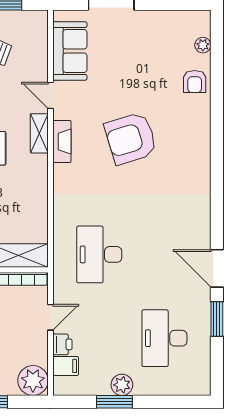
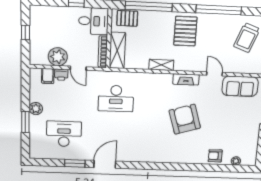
door: (50, 95) -> (214, 74), hinge flipped
shelving: (39, 133) -> (161, 65), moved
desk: (99, 254) -> (116, 98), turned 180
plant: (33, 381) -> (58, 57), moved
window: (114, 402) -> (25, 122), moved

